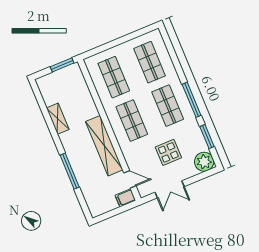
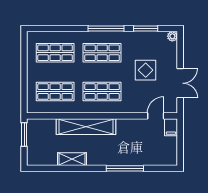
shelving: (104, 146) -> (86, 127), moved
plant: (204, 162) -> (172, 36), width x0.53, depth x0.53

